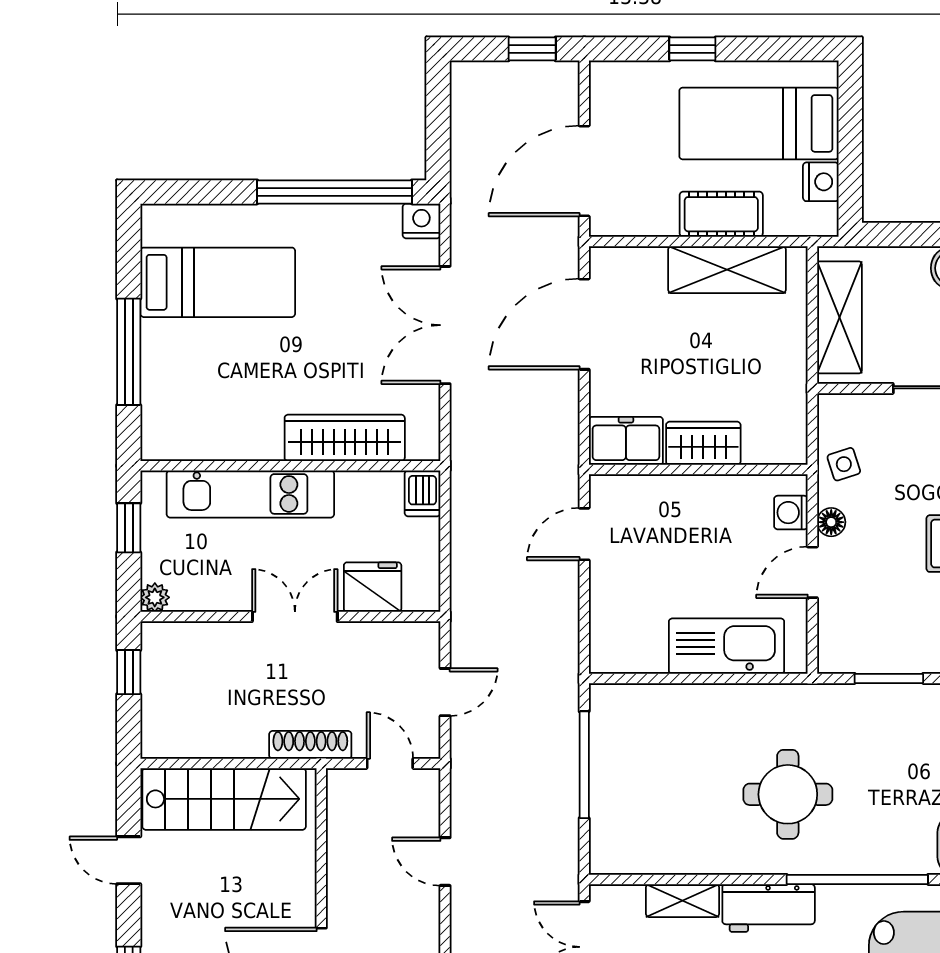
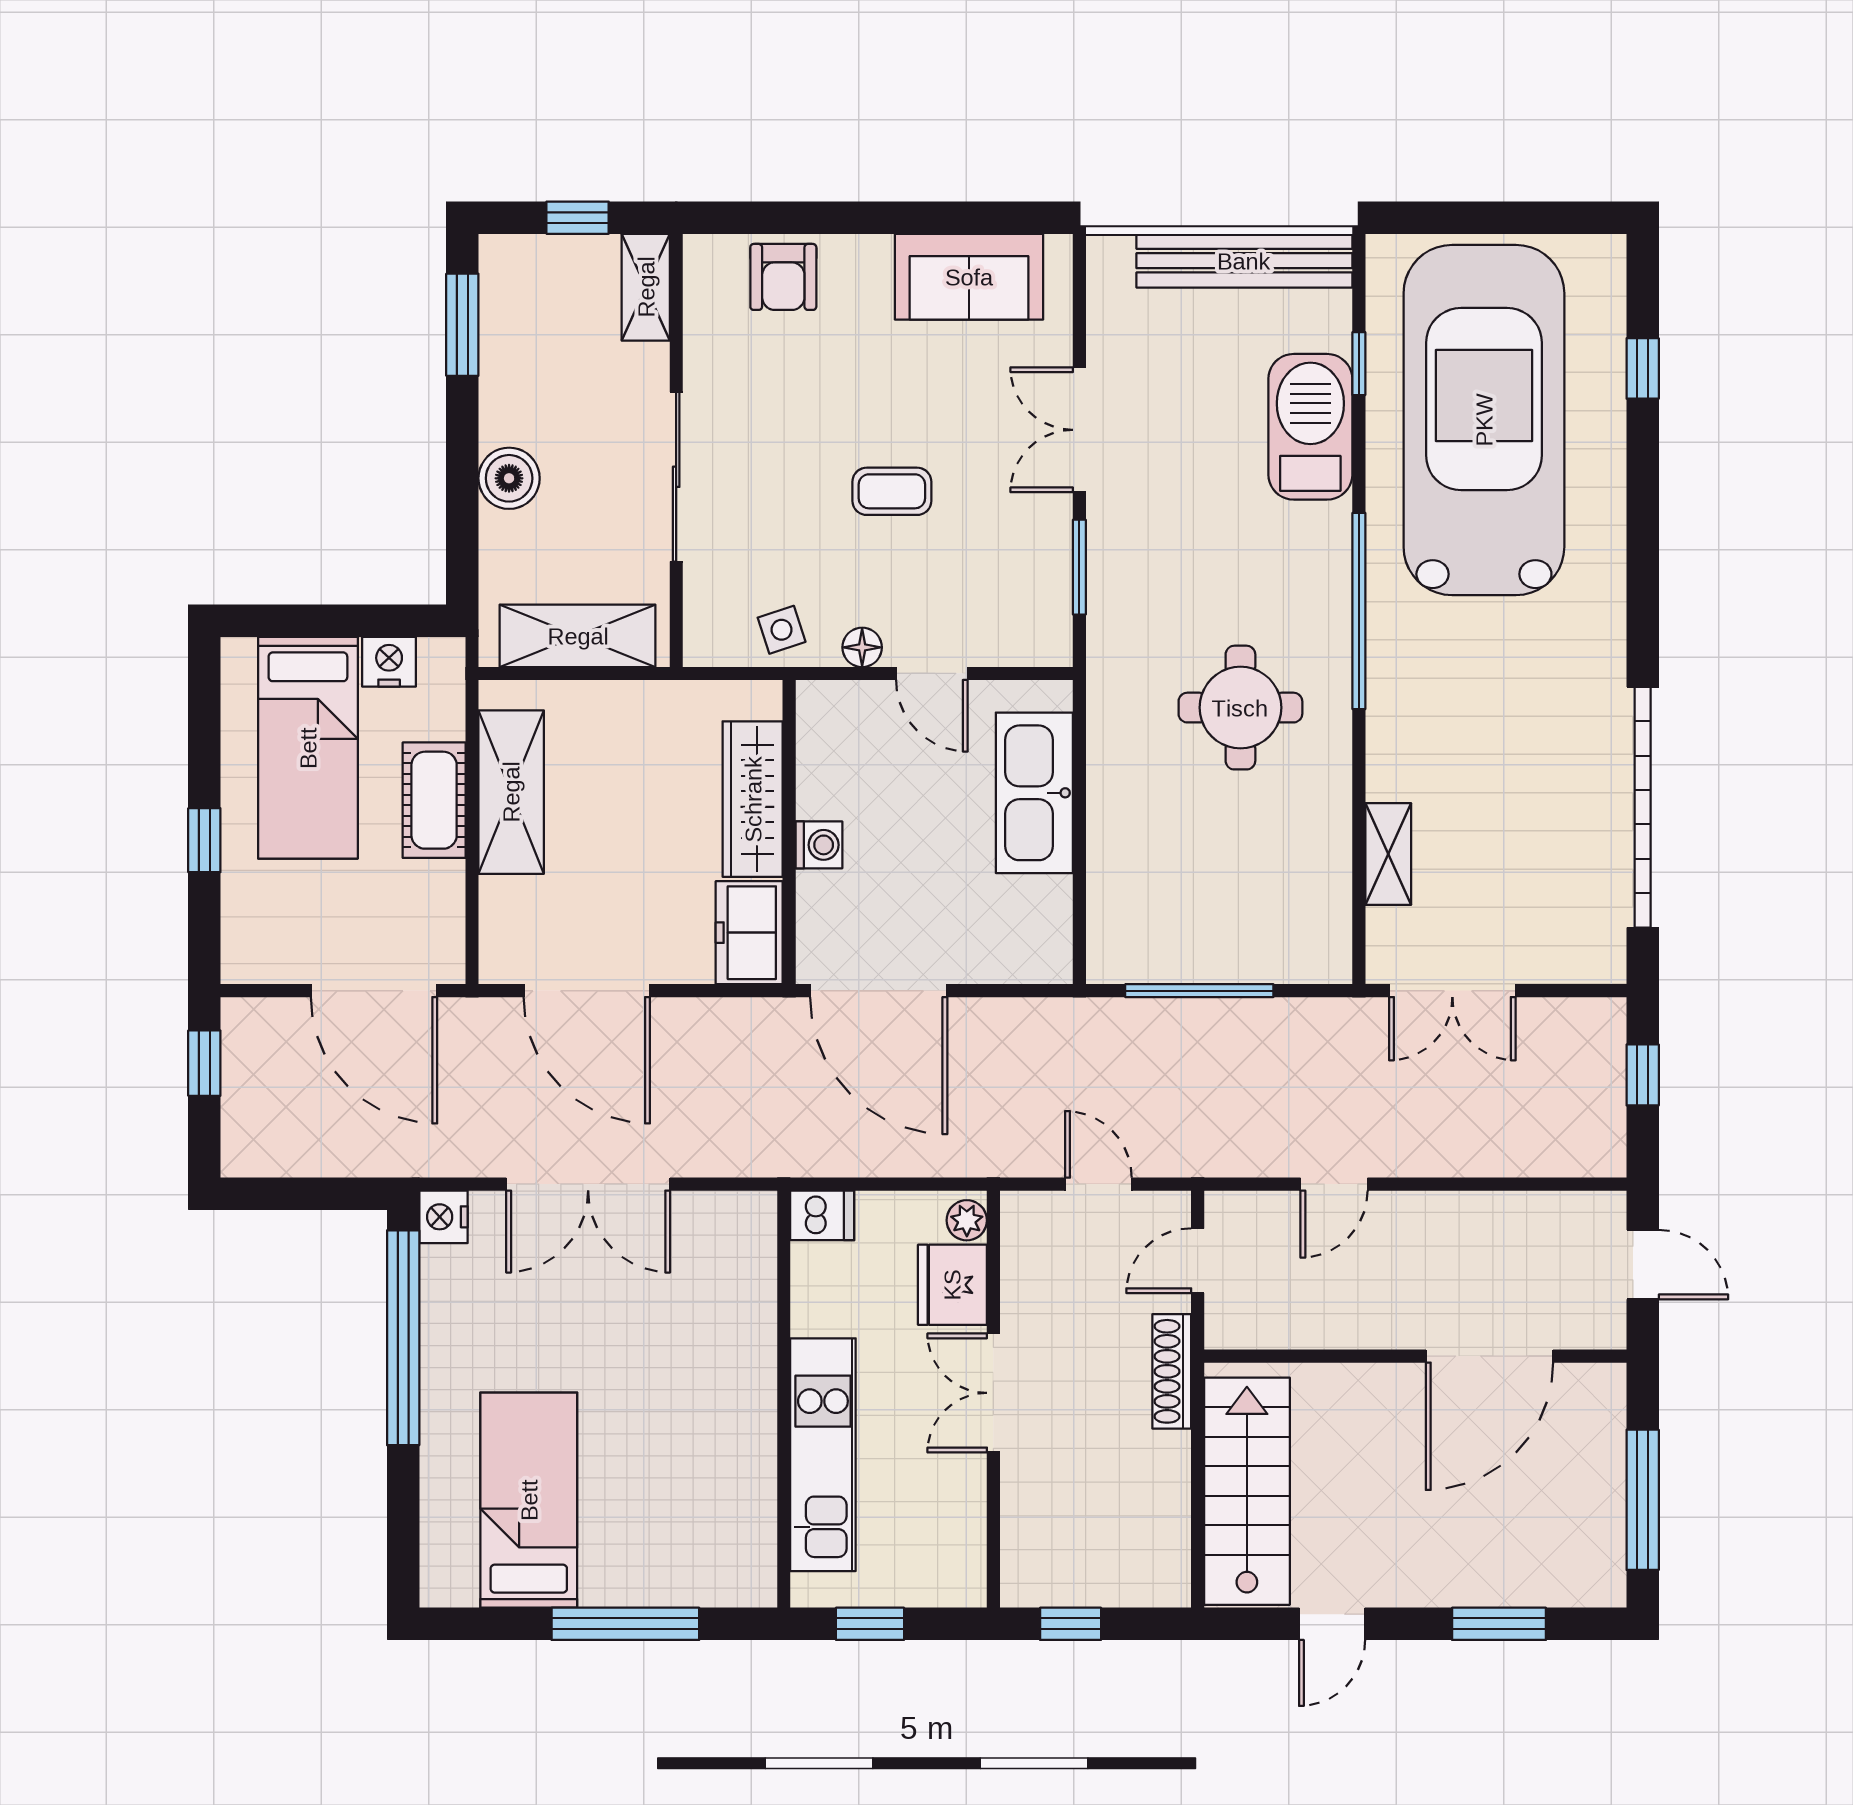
wardrobe: (345, 438) -> (745, 1324), removed
wardrobe: (703, 443) -> (753, 799), width x1.50
washing machine: (791, 513) -> (819, 845), moved, turned -90
door: (584, 534) -> (879, 991), width x1.88
plant: (155, 597) -> (967, 1220), moved
workbench: (769, 908) -> (1399, 734), removed

